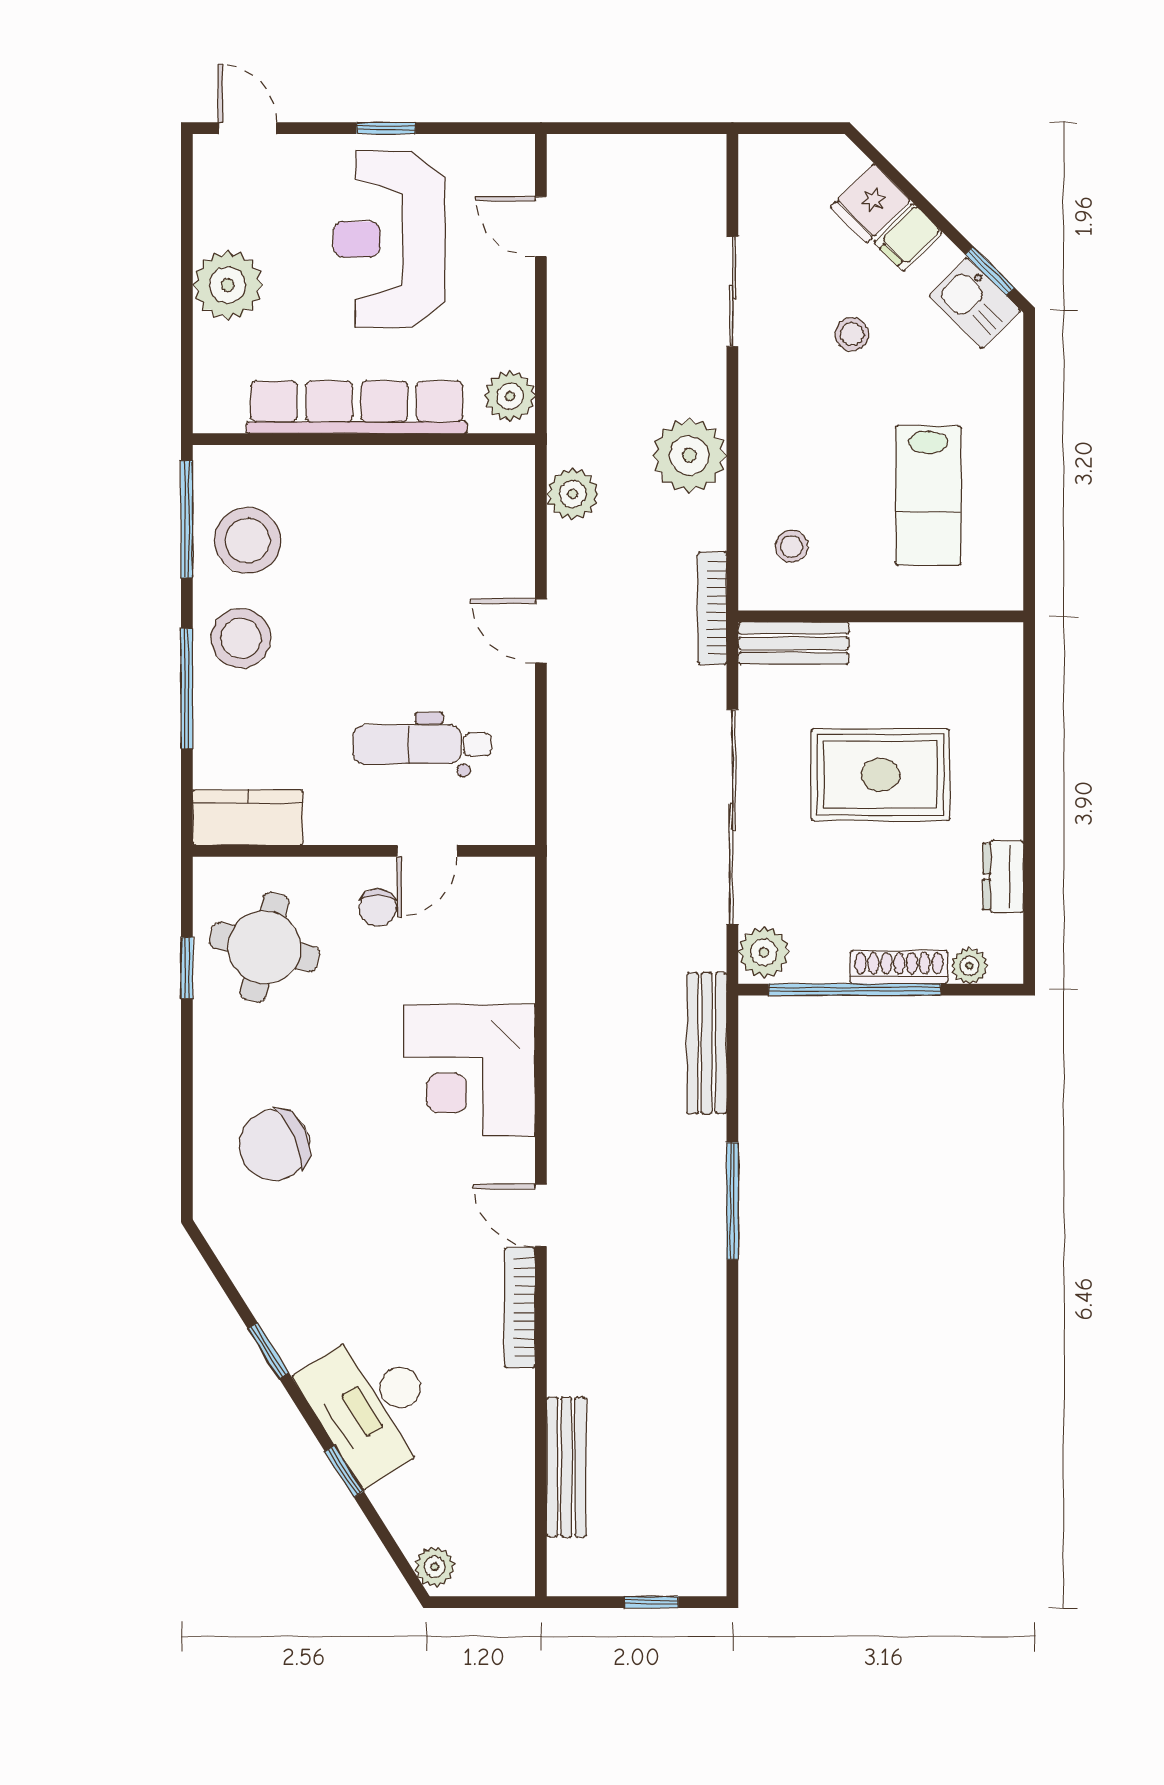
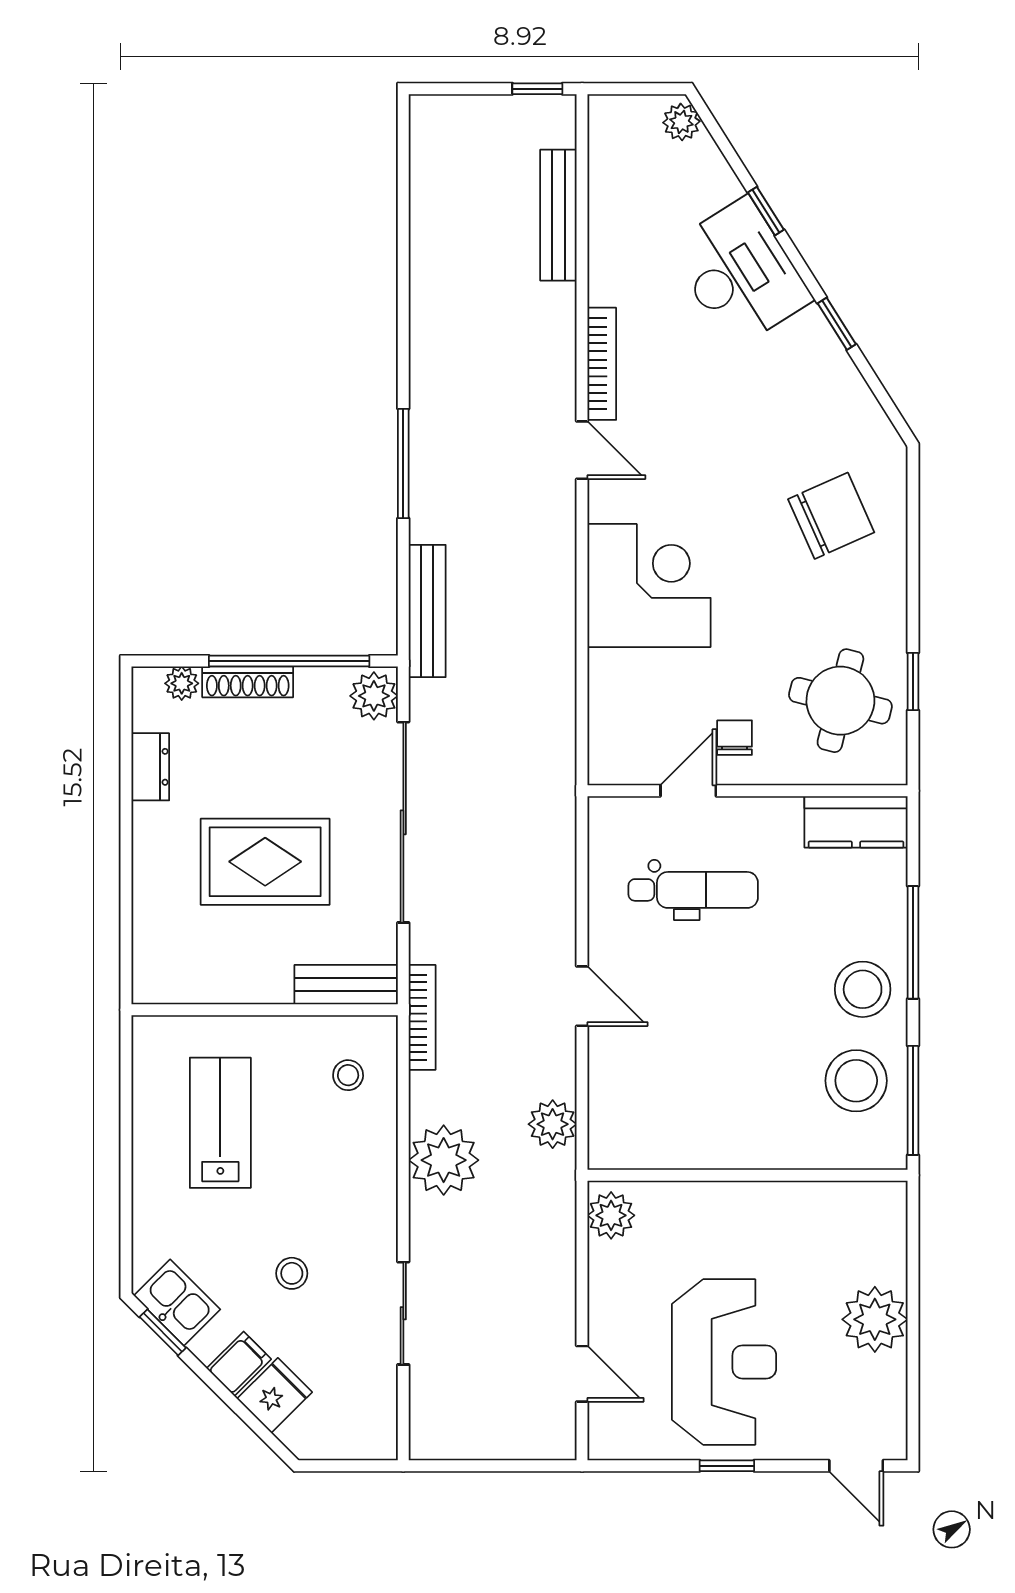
row of seats: (357, 407) -> (754, 1205), removed
window: (651, 1602) -> (537, 89), moved

